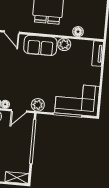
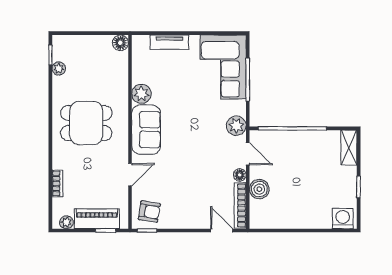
floor lamp: (78, 32) -> (120, 43), moved
tv unit: (98, 54) -> (169, 42), moved

